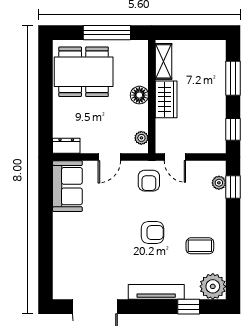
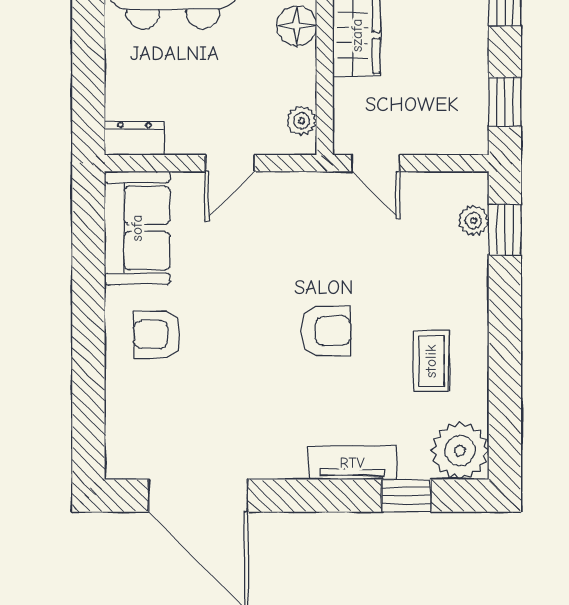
armchair: (149, 181) -> (157, 335), moved, turned 90
coffee table: (200, 246) -> (431, 361), turned 90
tv unit: (156, 292) -> (352, 463), width x0.71

